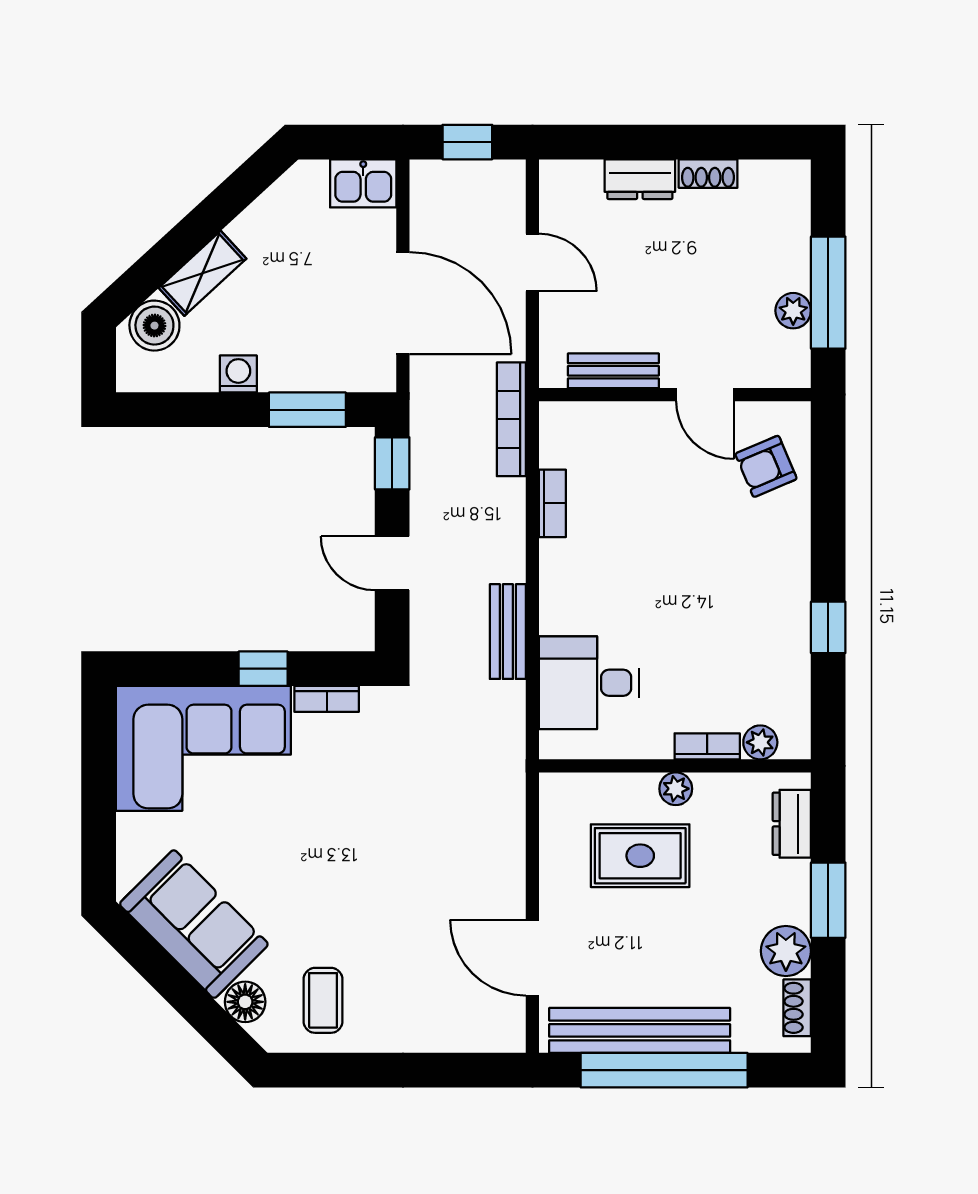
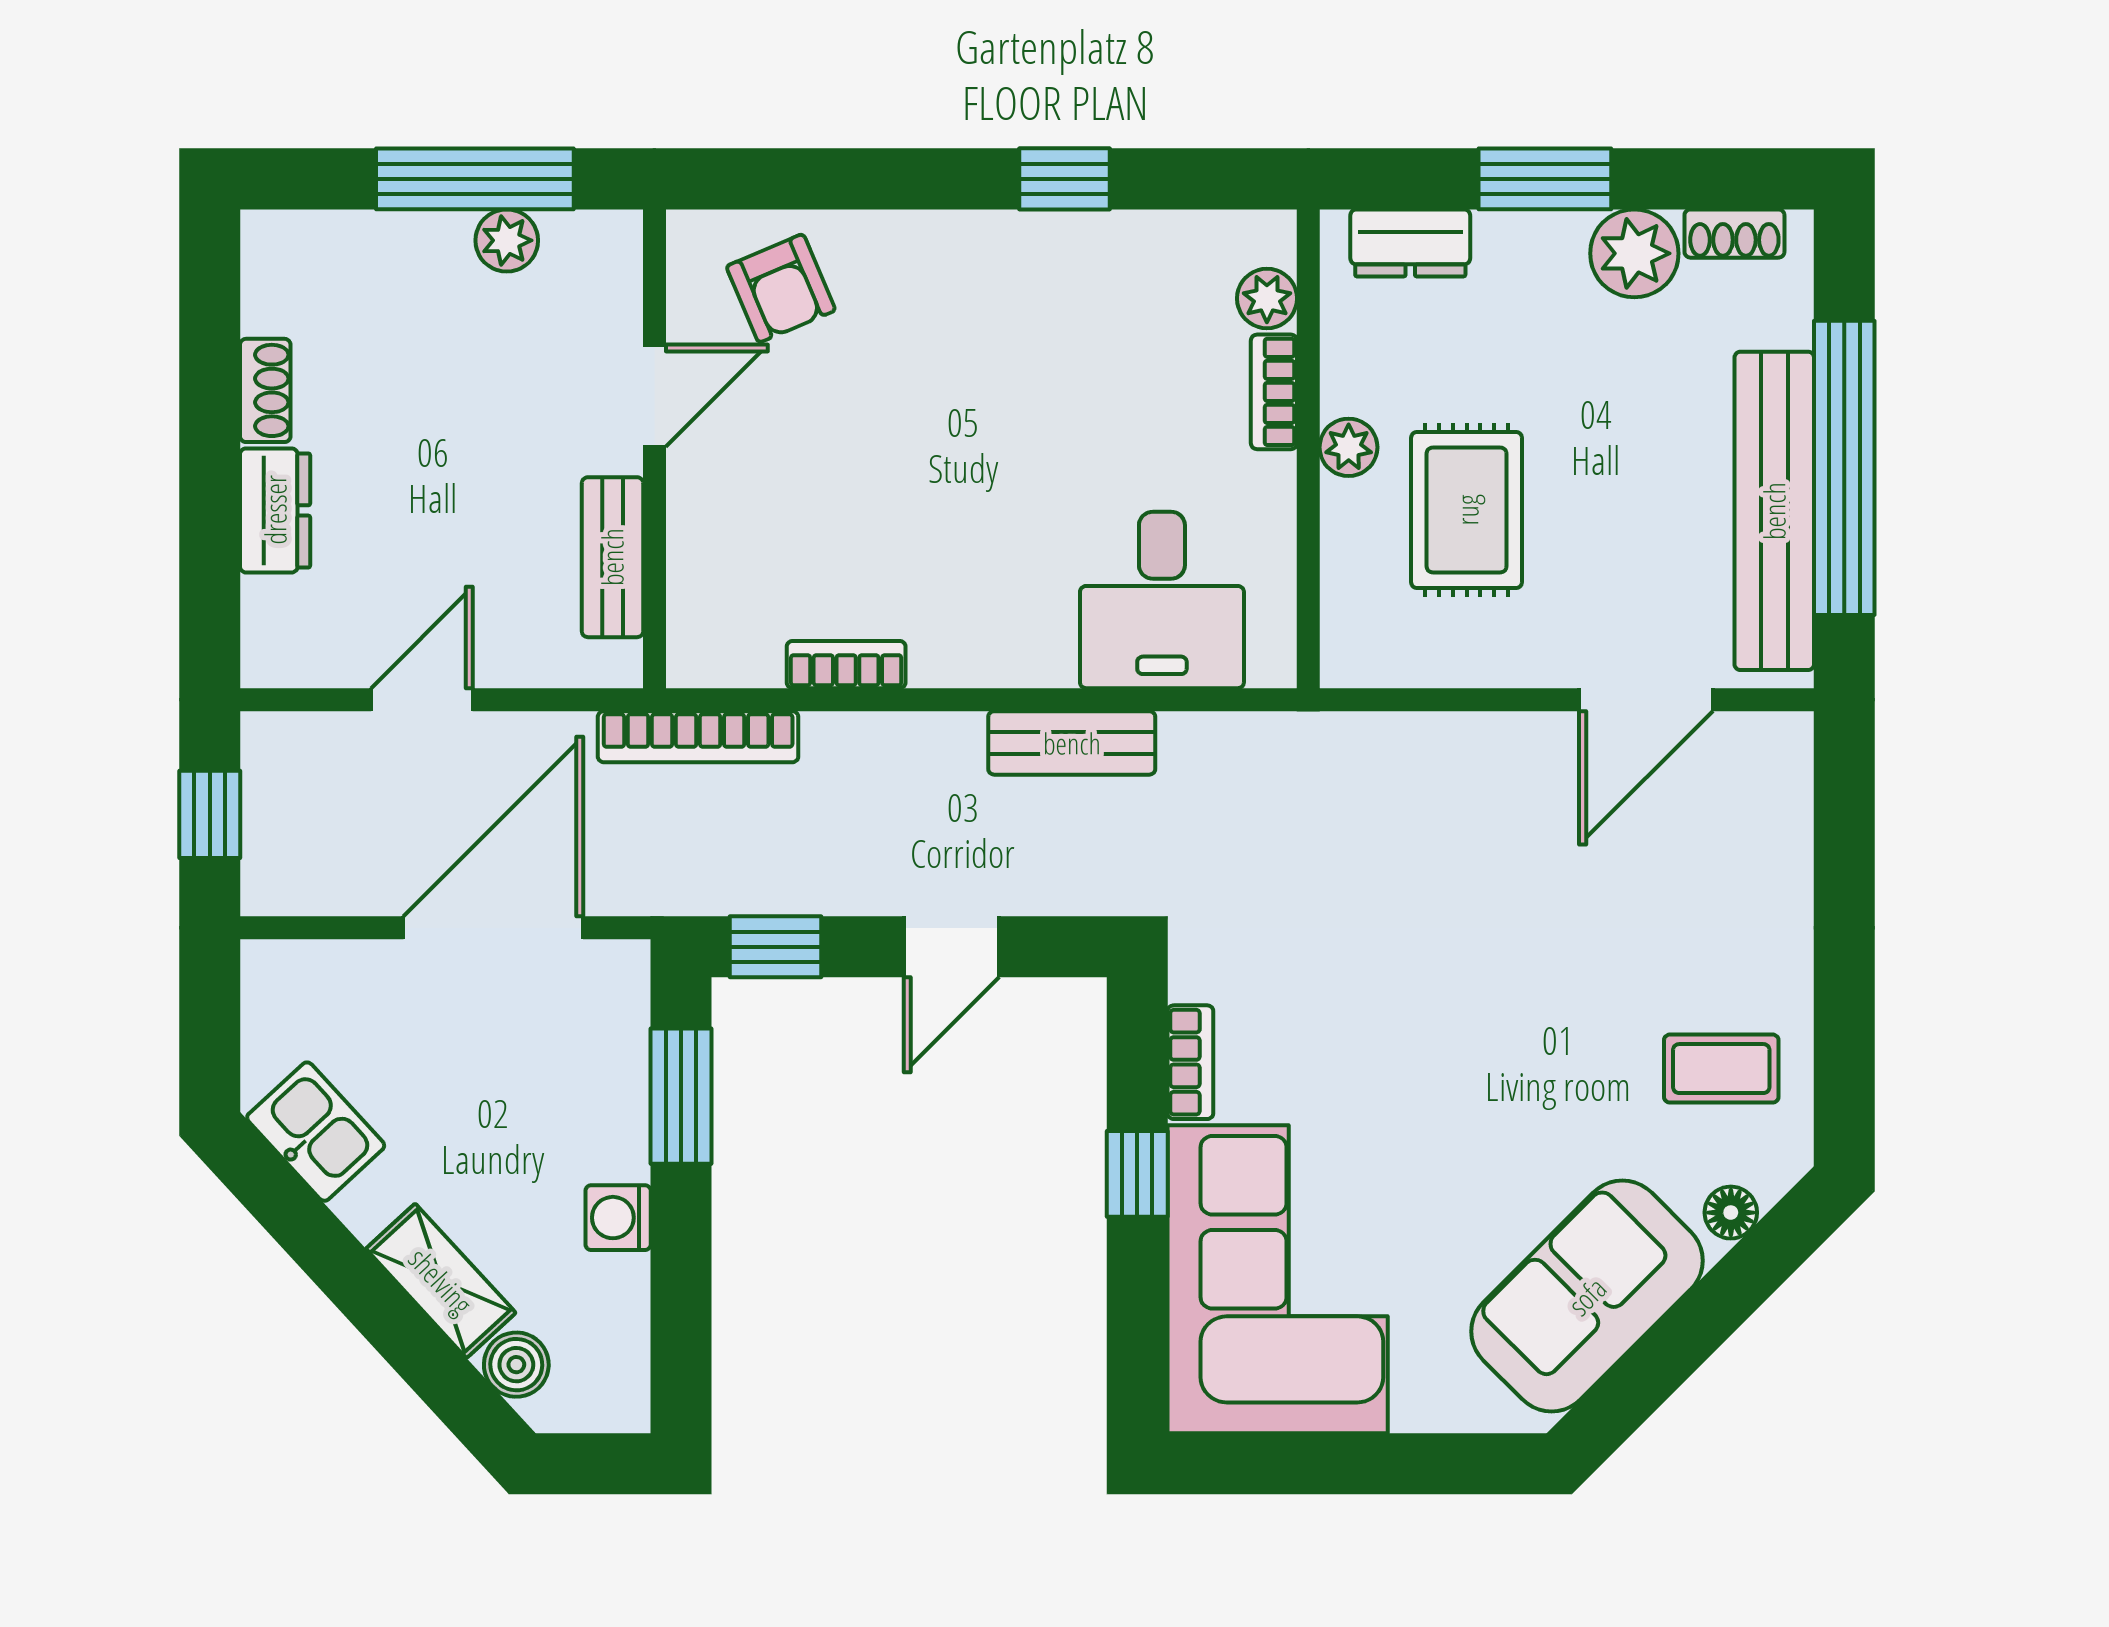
kitchen sink: (363, 183) -> (316, 1132), moved, turned -43
boiler: (154, 326) -> (516, 1365), width x0.73, depth x0.73
floor lamp: (245, 1002) -> (1731, 1213), width x0.73, depth x0.73

